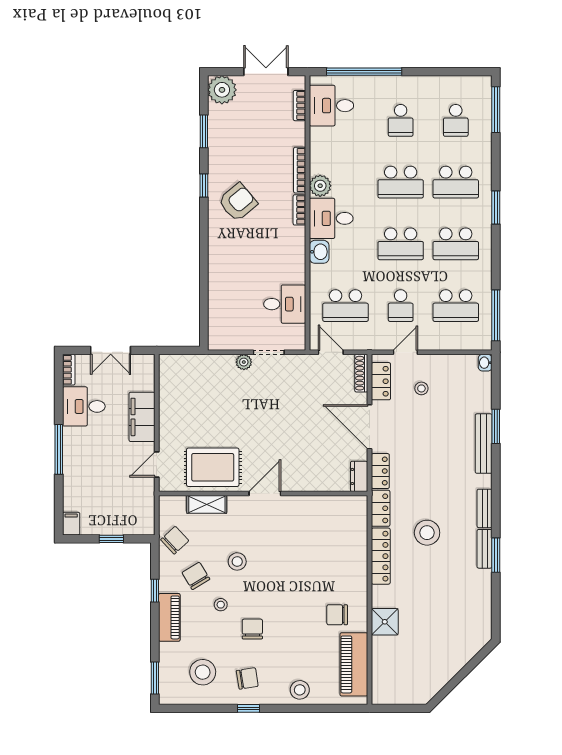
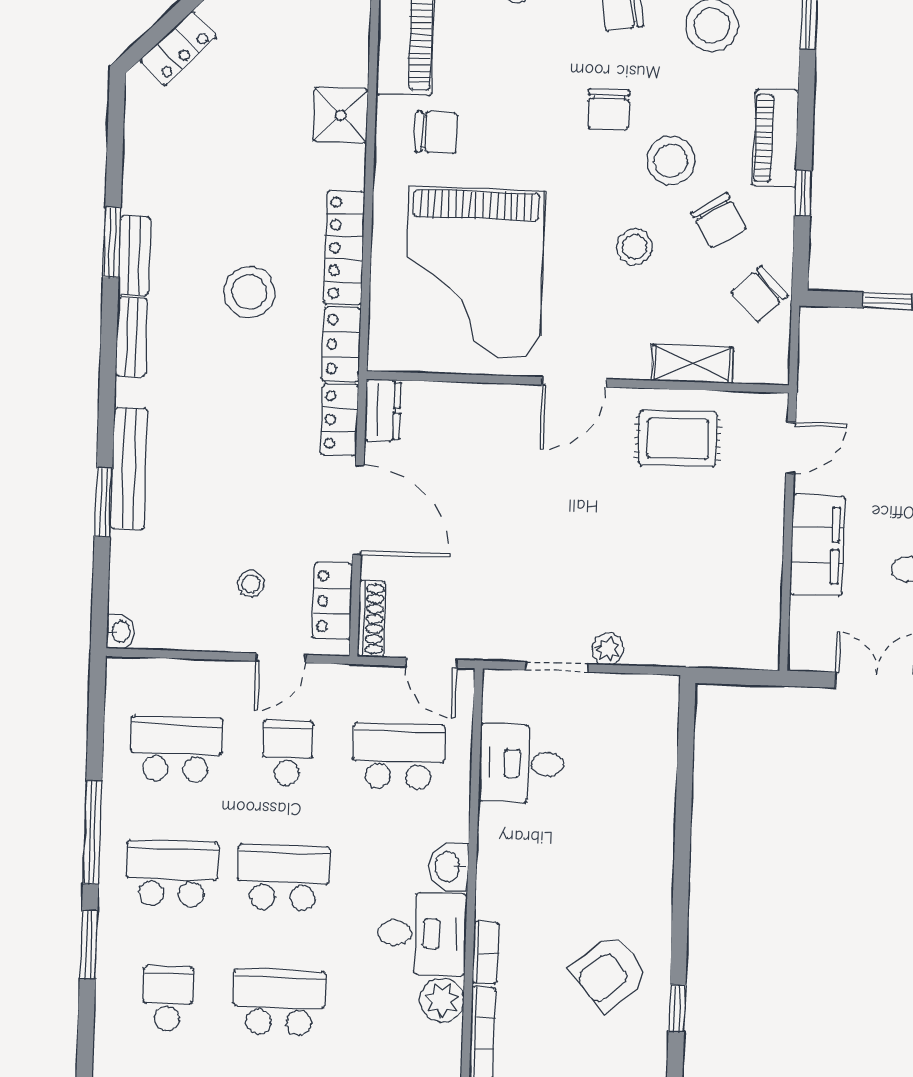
school desk: (456, 182) -> (168, 998), width x0.54
window: (496, 315) -> (92, 832), moved
rug: (213, 467) -> (678, 439), width x0.73, depth x0.70
grand piano: (316, 546) -> (474, 273), added
stool: (221, 605) -> (671, 161), width x1.89, depth x1.89
locker: (466, 652) -> (178, 48), added

